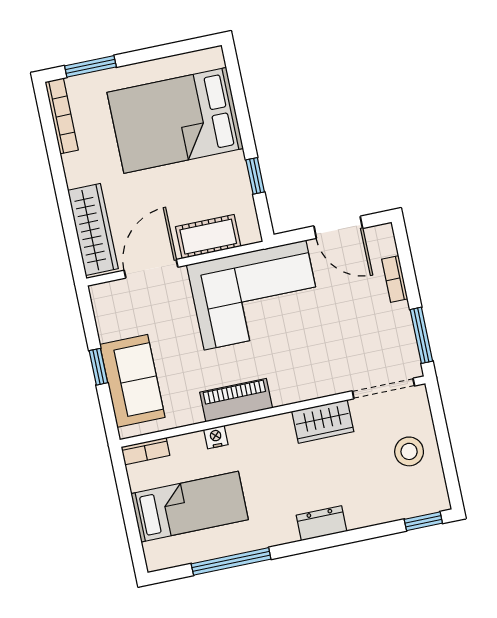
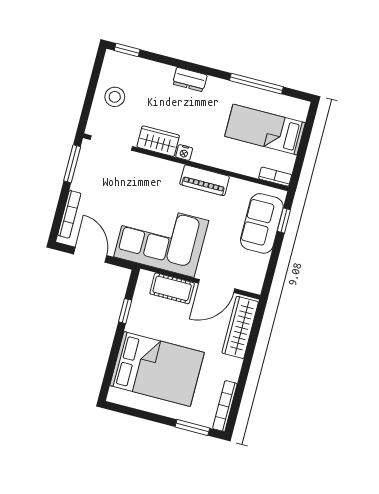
bookcase: (395, 279) -> (69, 214), width x1.56
window: (98, 367) -> (284, 221), moved
nightstand: (216, 437) -> (184, 152), moved

